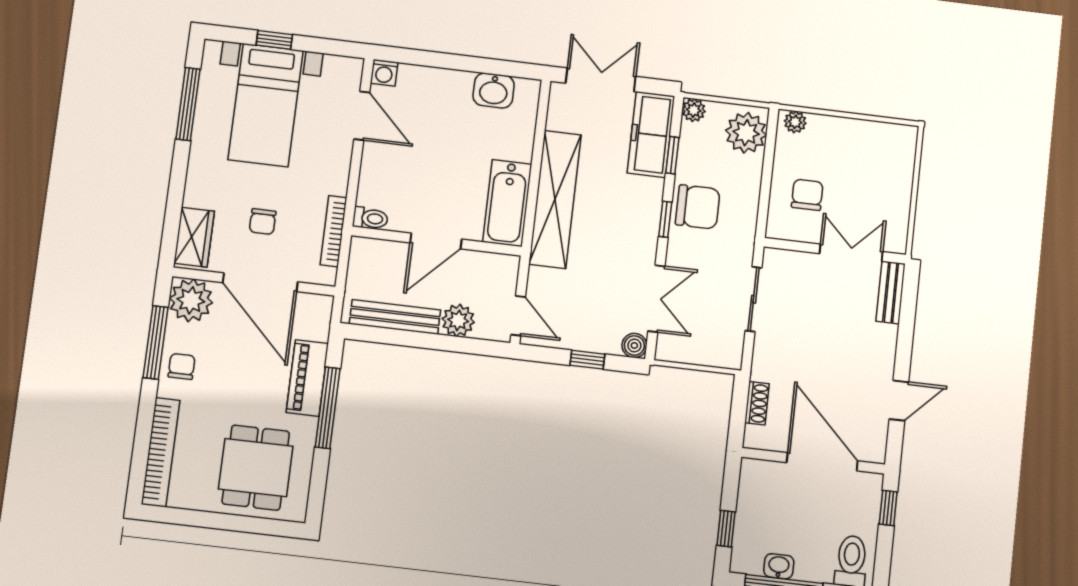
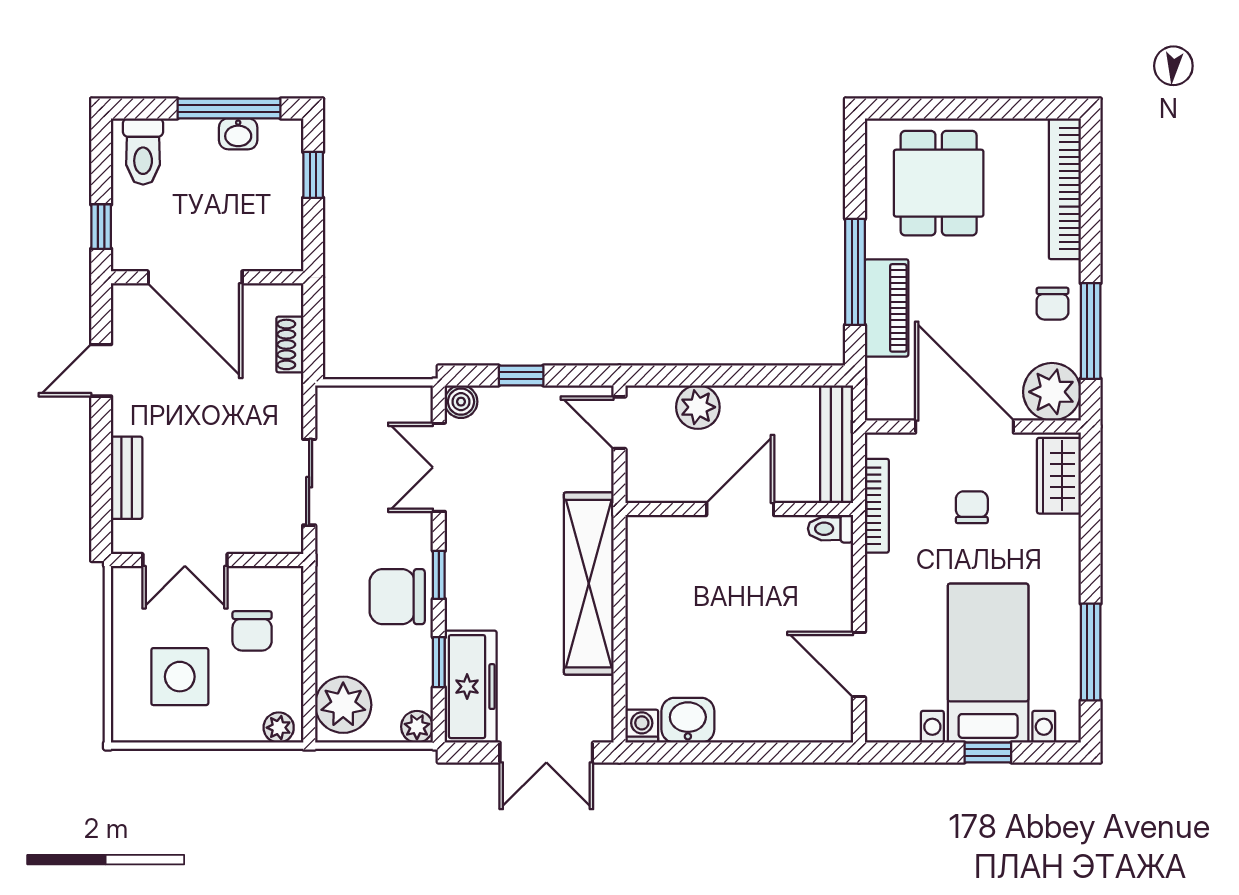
washing machine: (384, 73) -> (642, 726), moved
side table: (864, 168) -> (180, 677), added
bathtub: (507, 203) -> (652, 571), removed
bench: (891, 292) -> (127, 478), moved
bench: (395, 317) -> (837, 444), moved, turned 90

